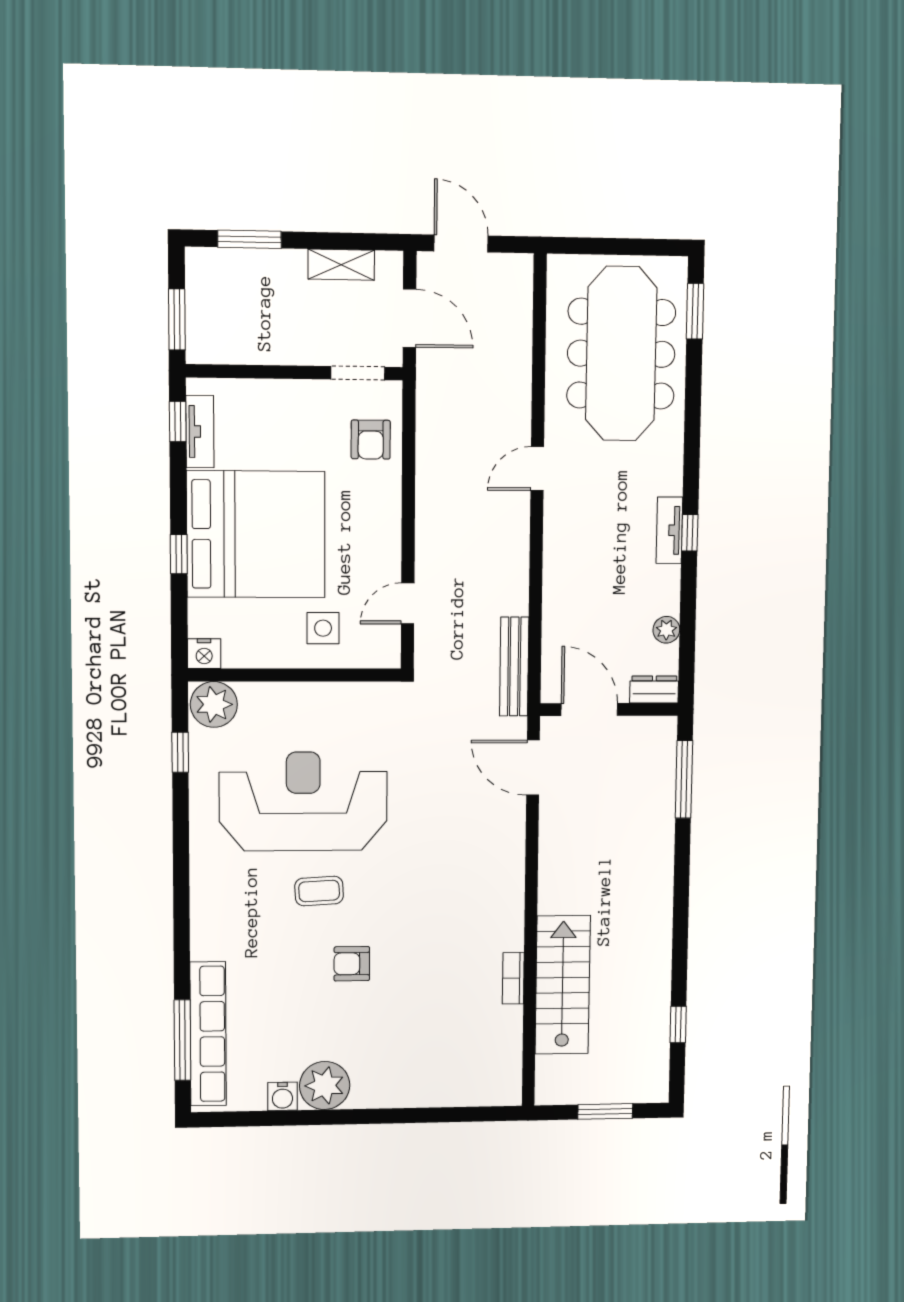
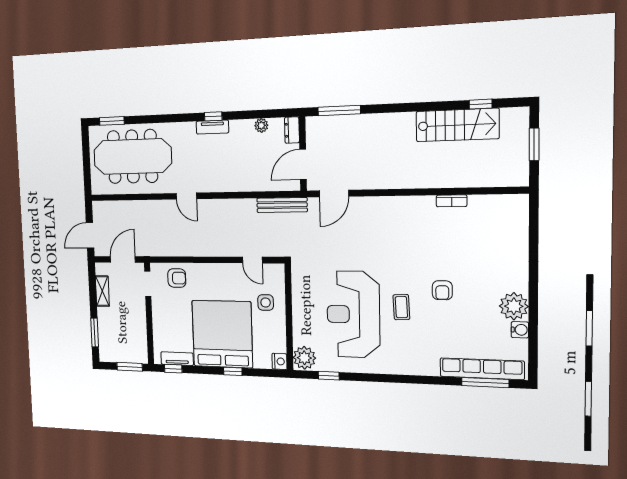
stairs: (563, 985) -> (457, 125), moved, turned 180

